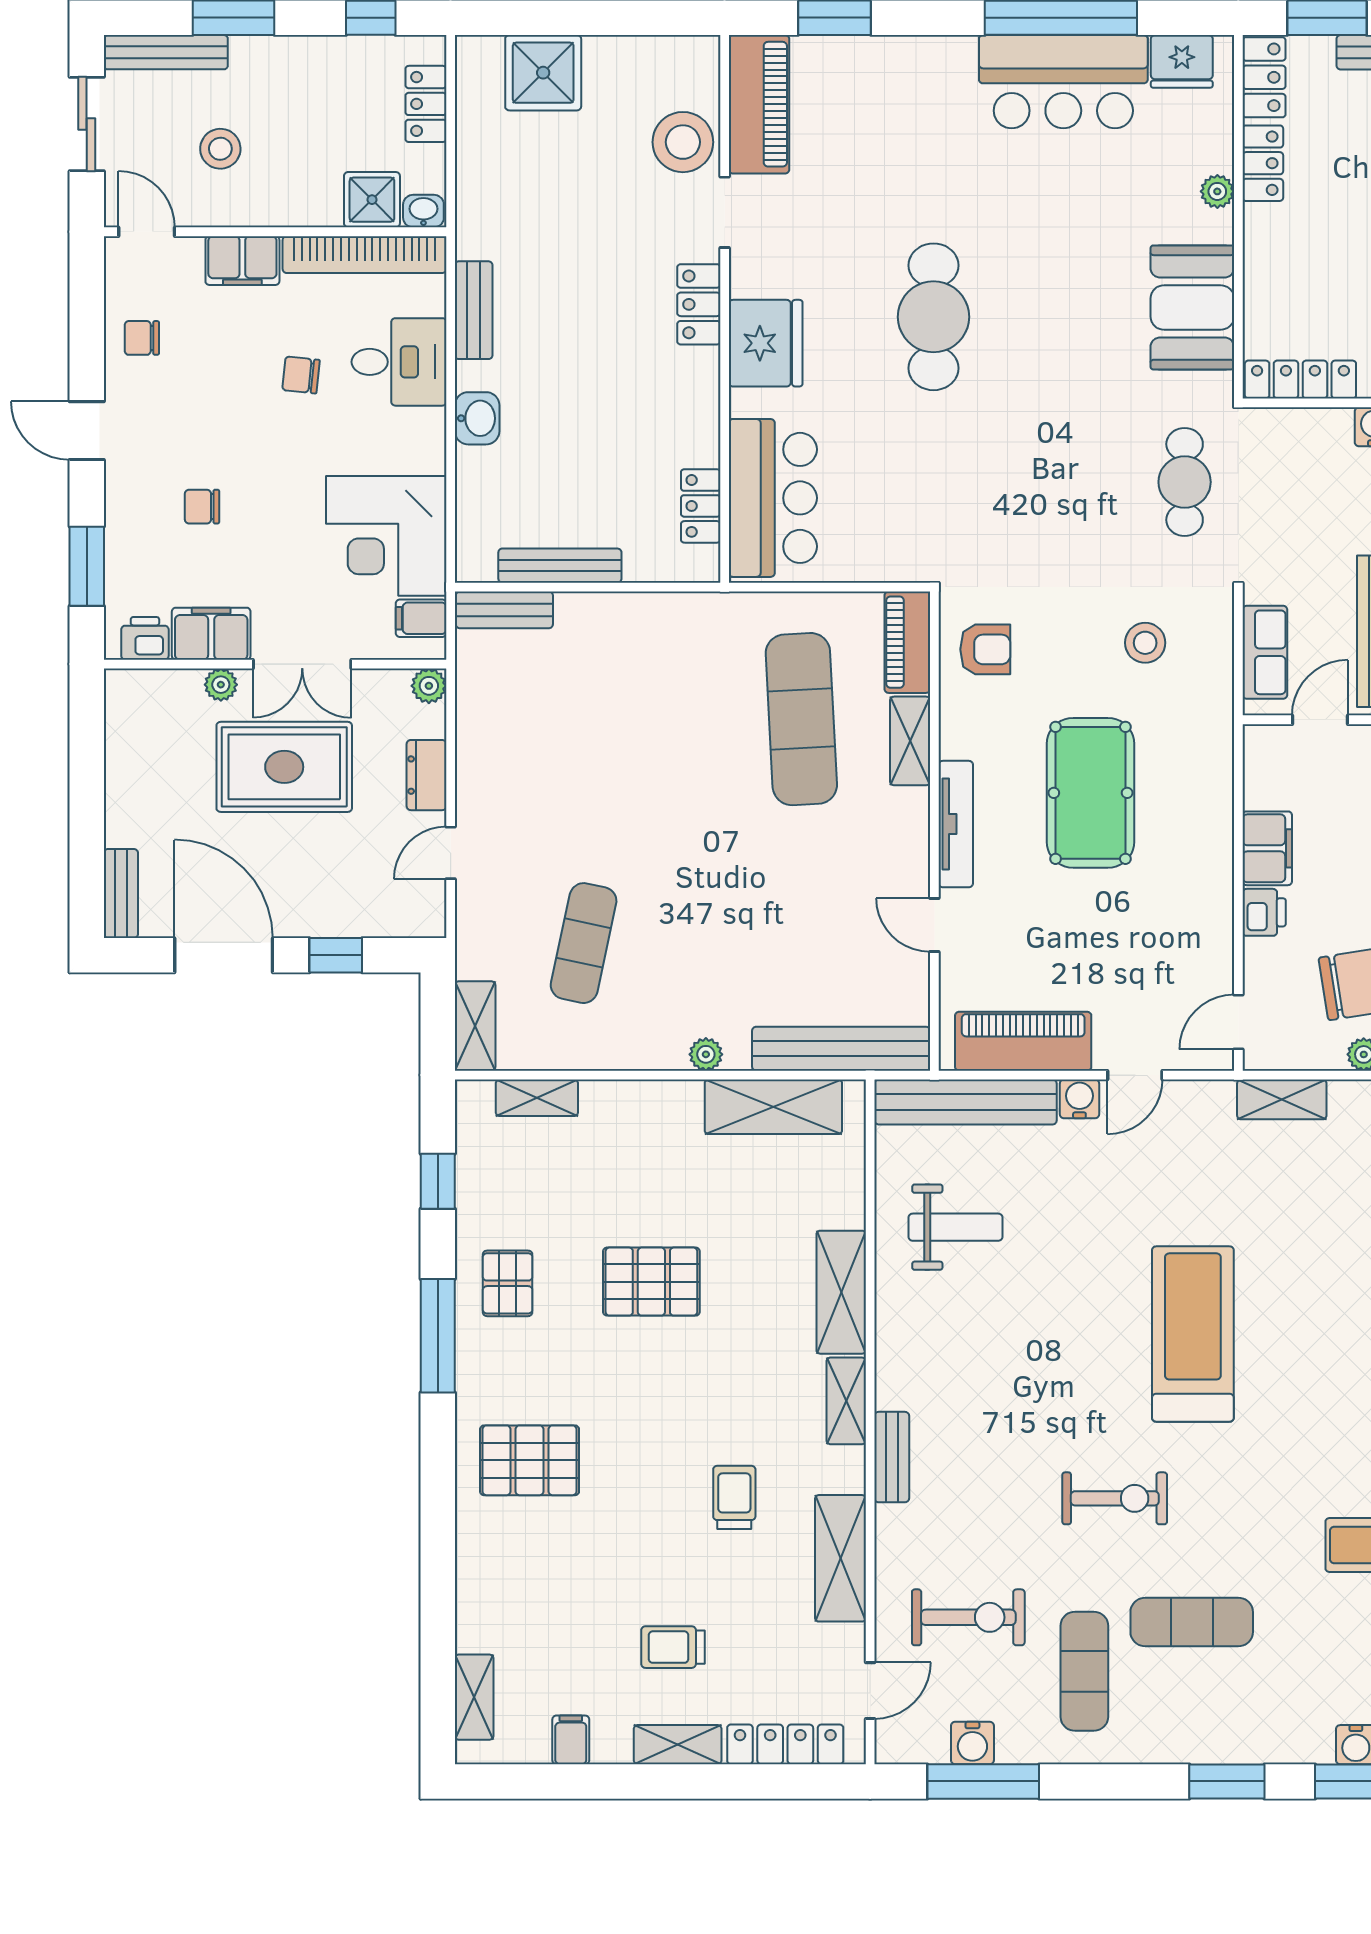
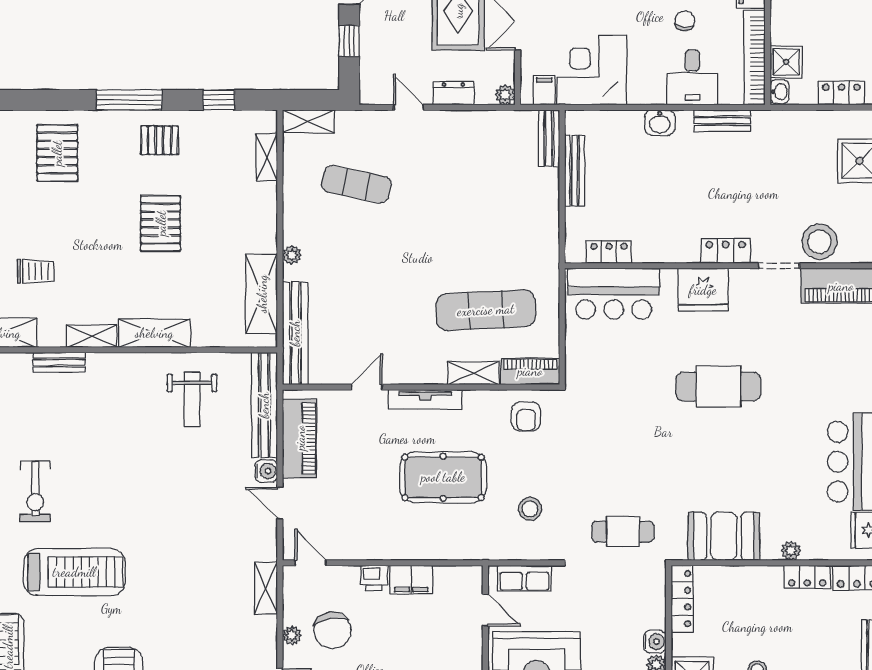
treadmill: (1193, 1334) -> (74, 572), moved

